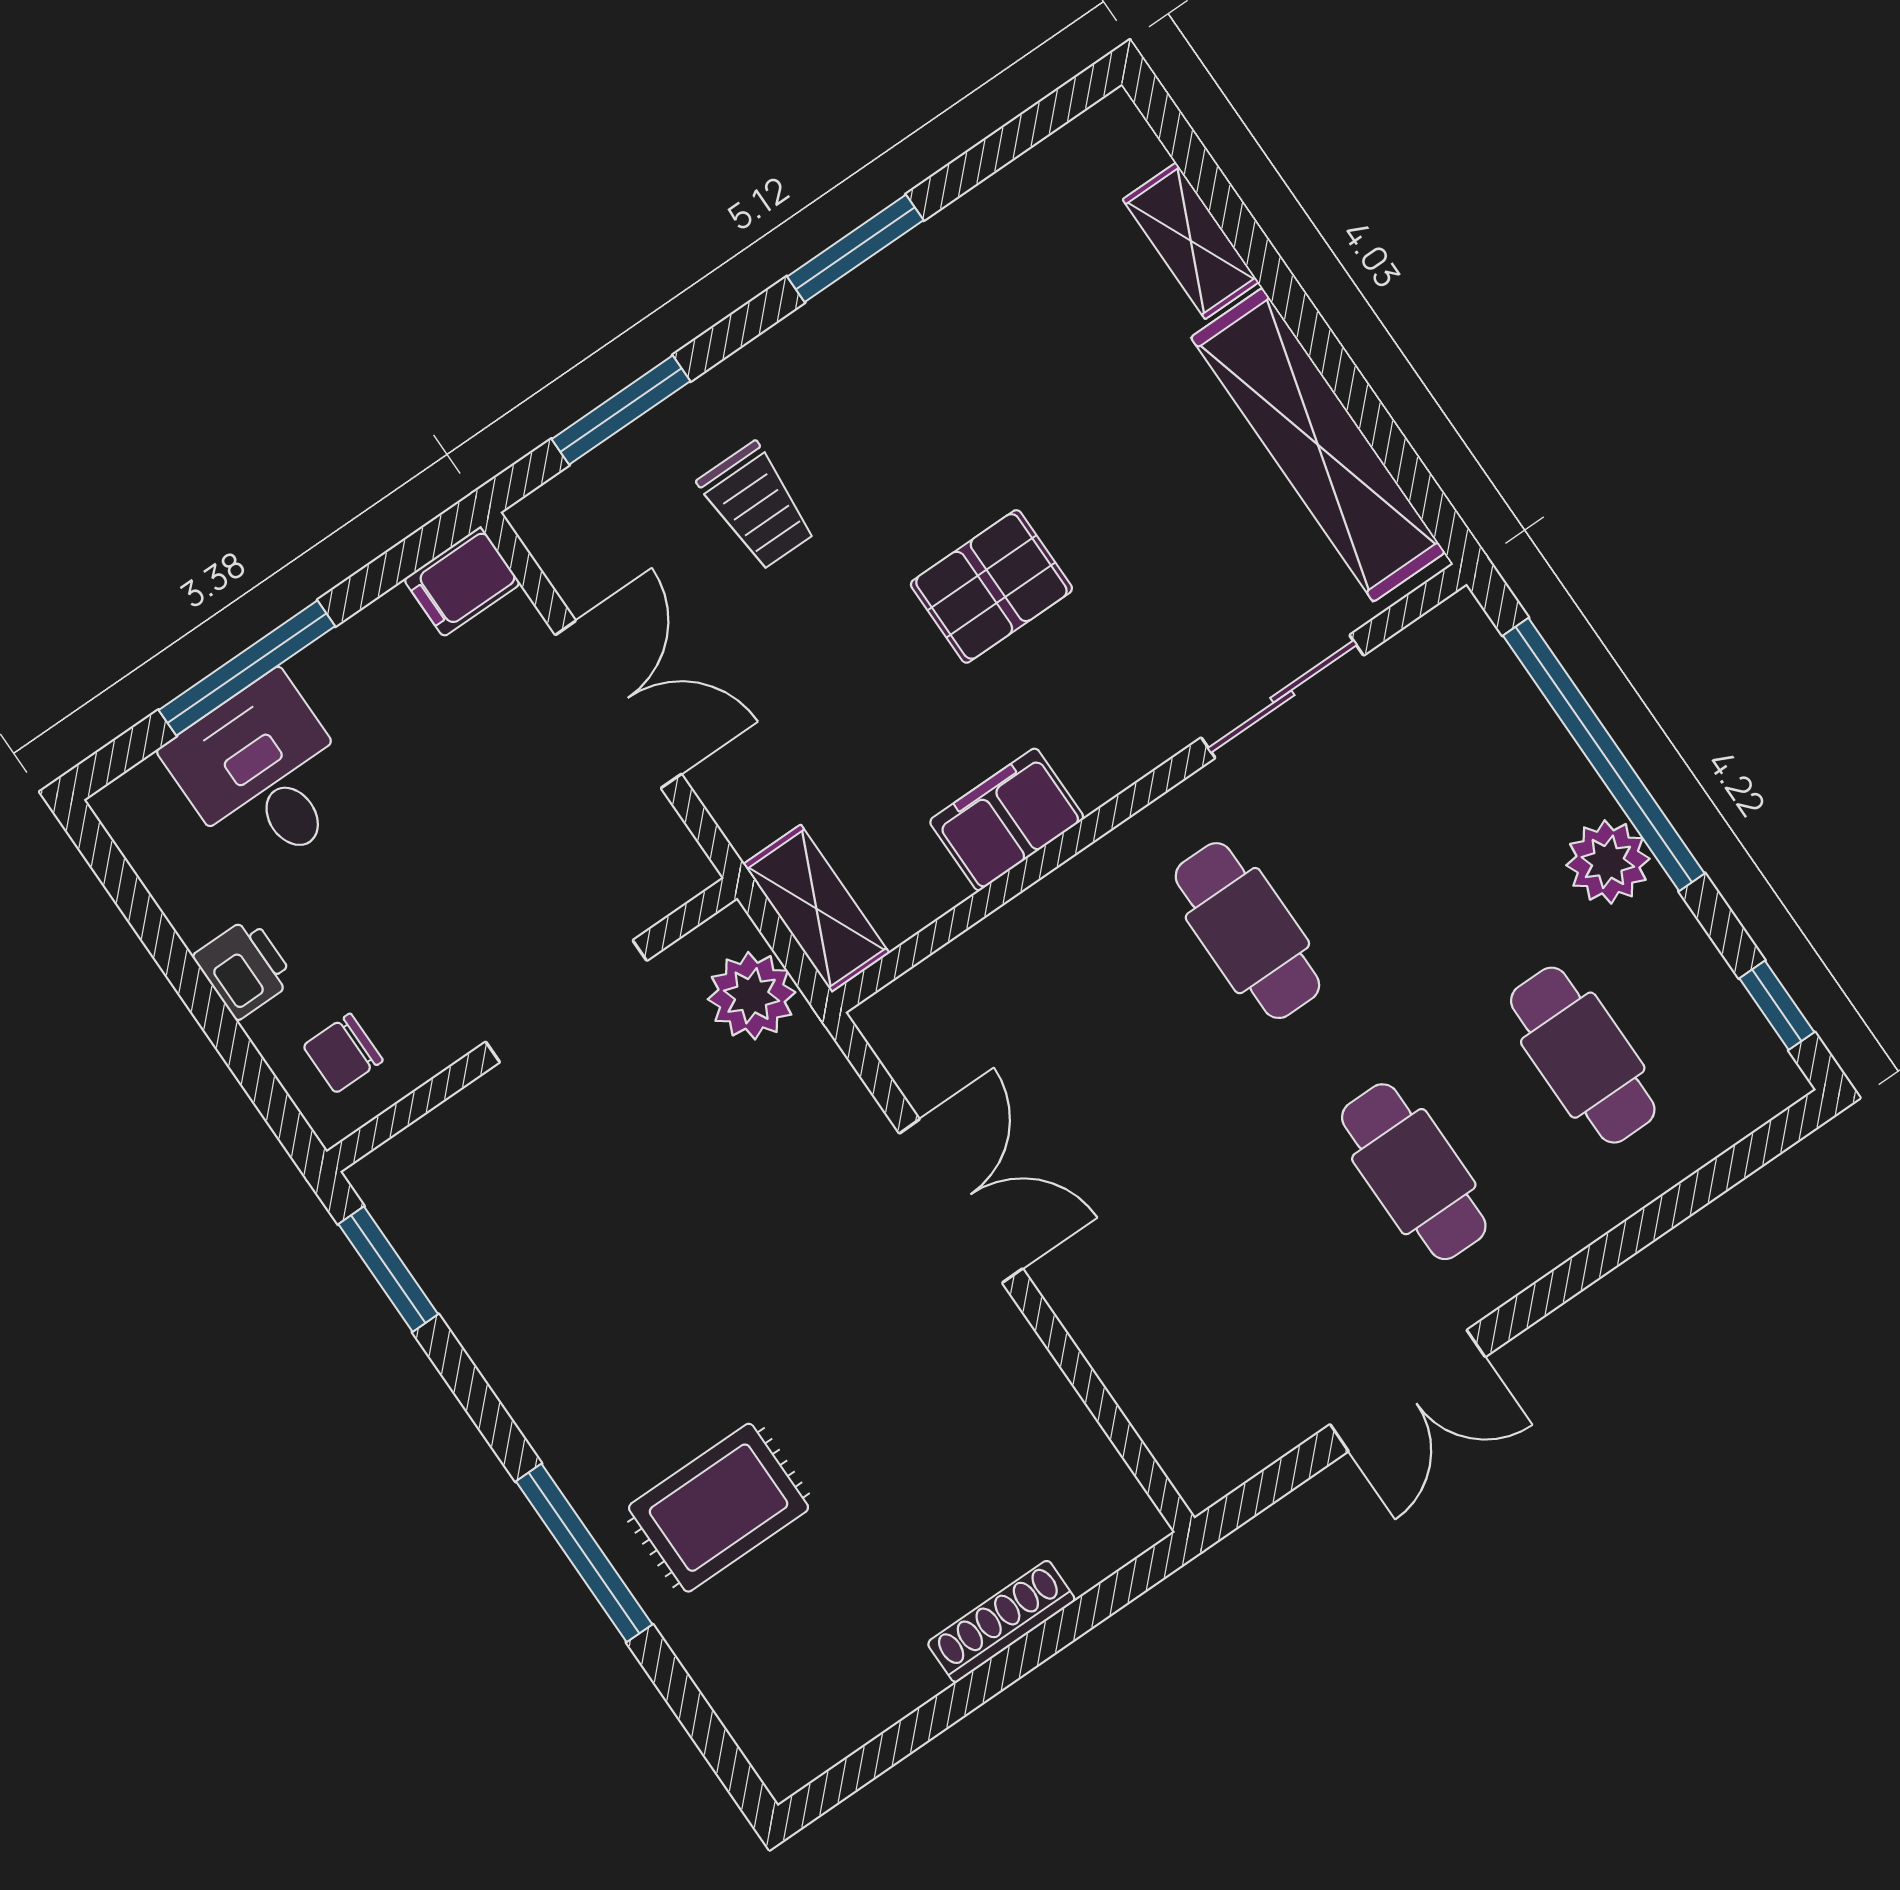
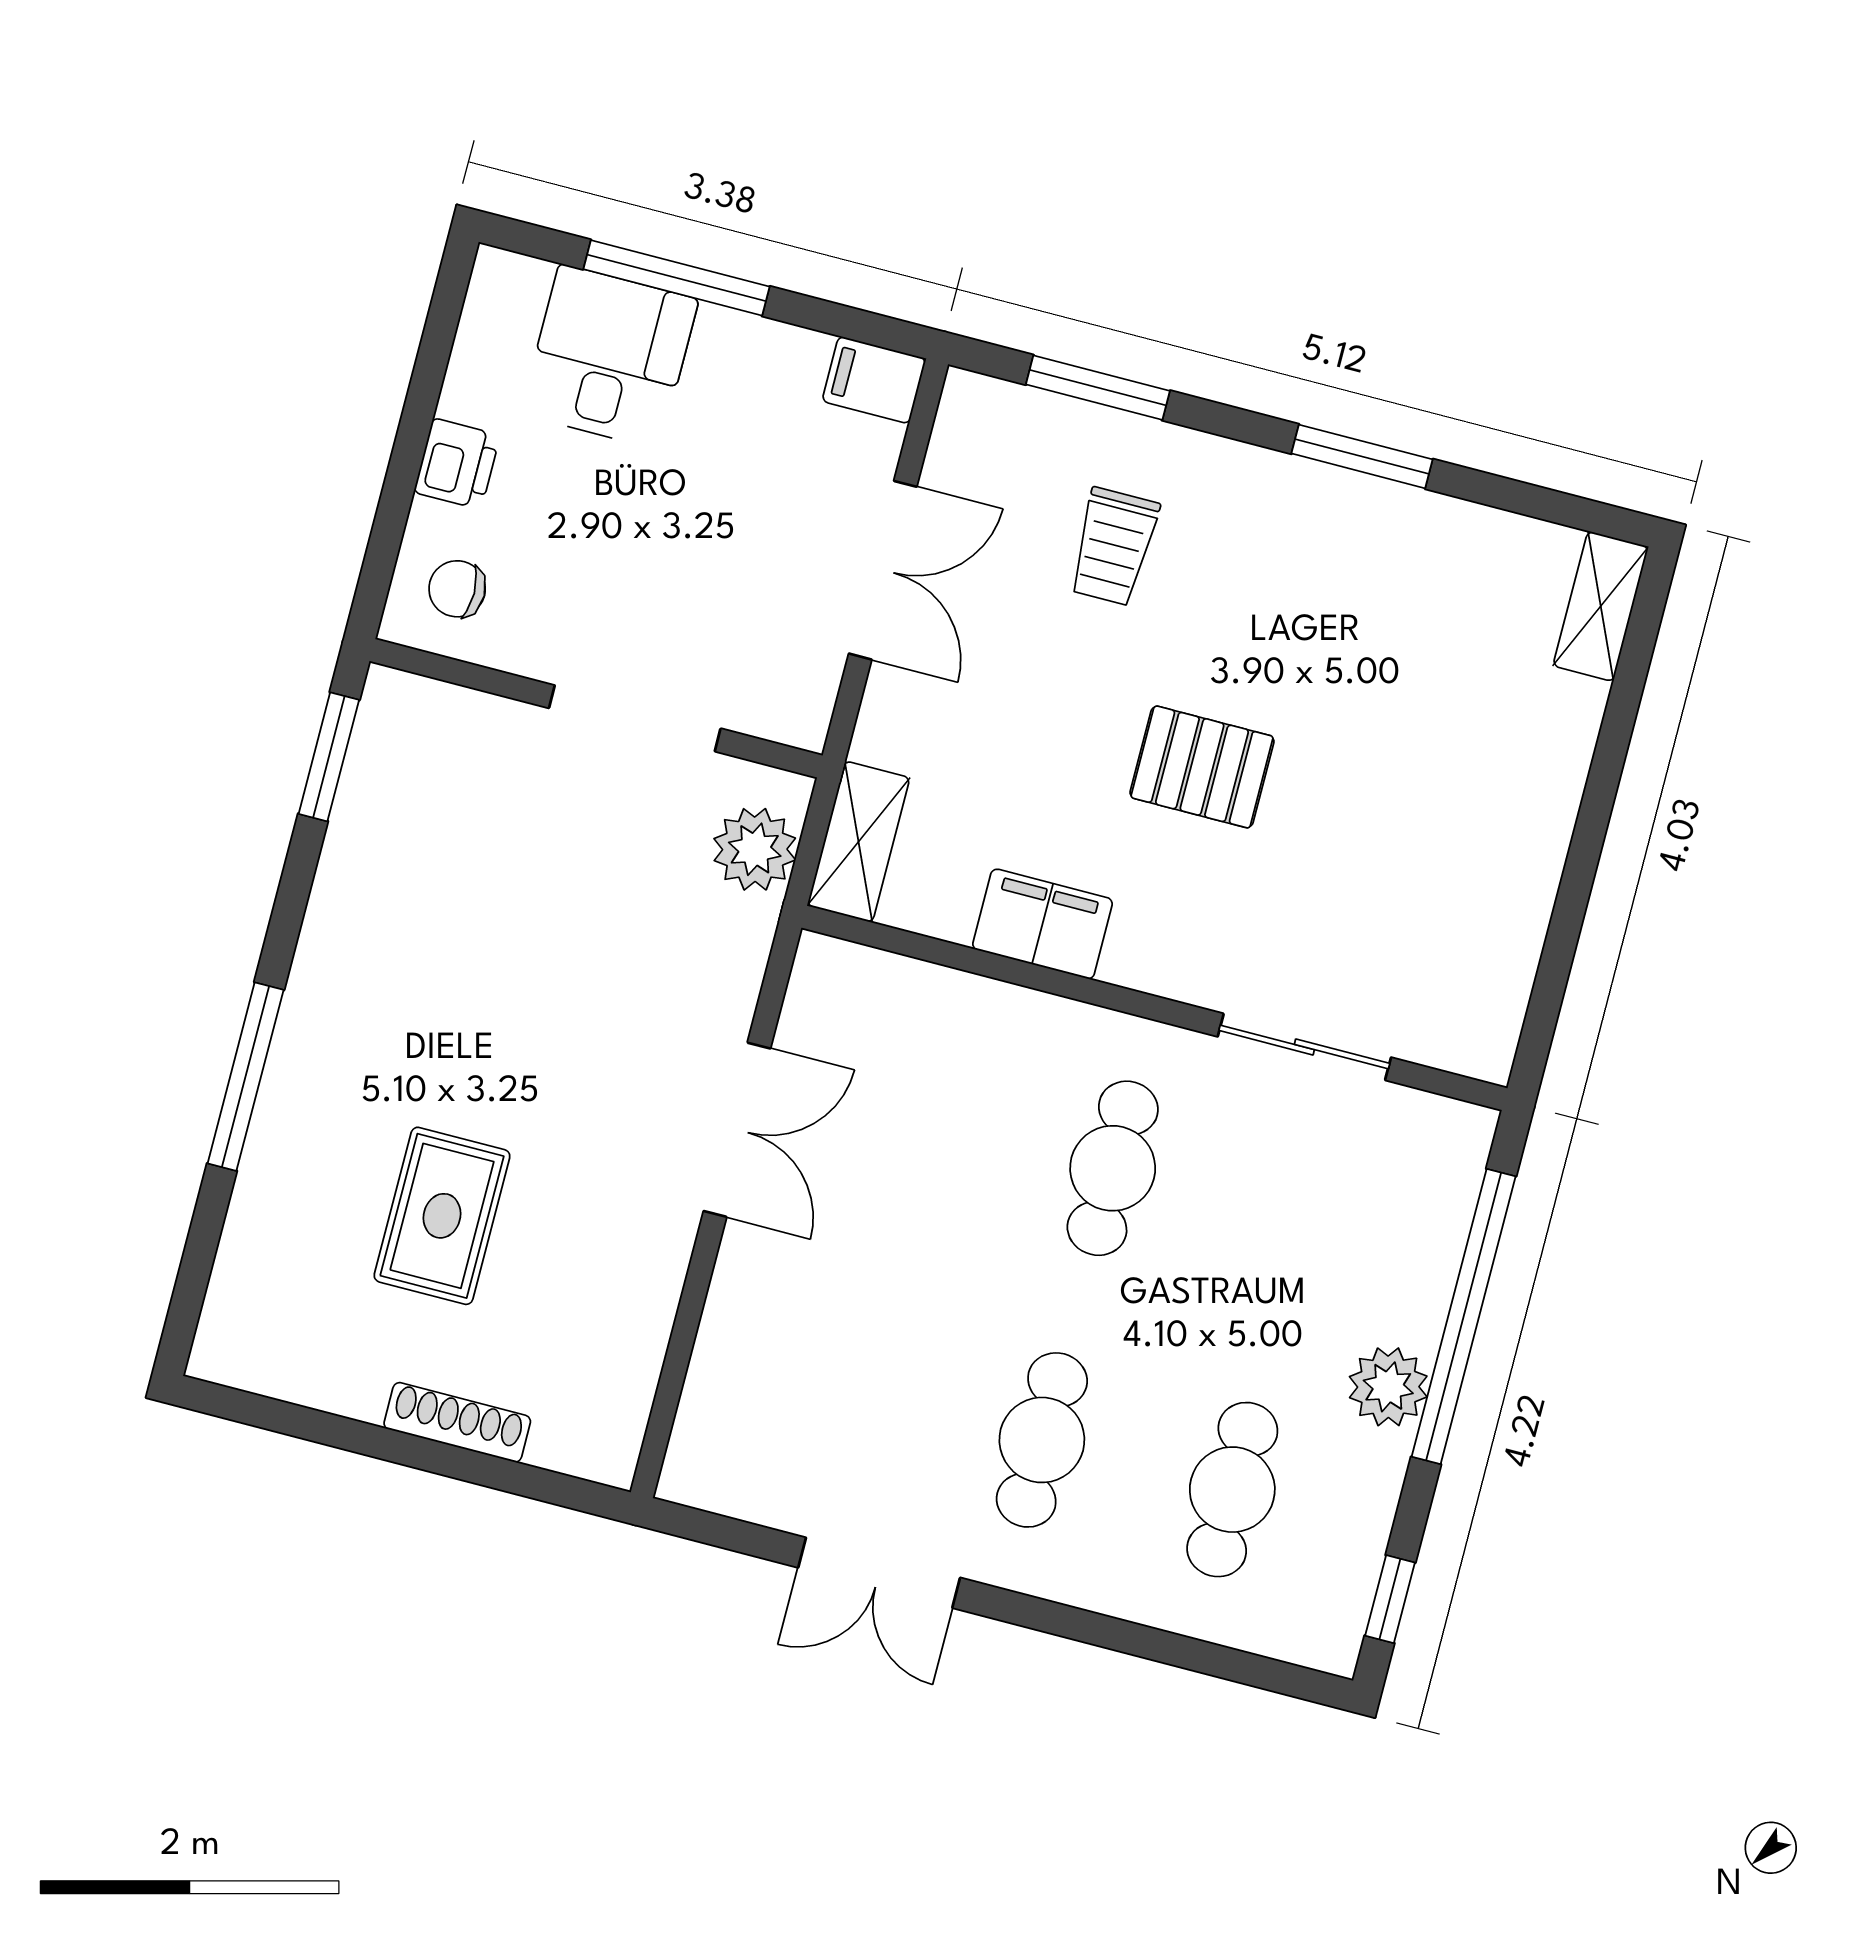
shelving: (1191, 241) -> (1601, 606), moved
shelving: (1318, 445) -> (1509, 915), removed
rug: (719, 1508) -> (442, 1216), moved, turned 90

